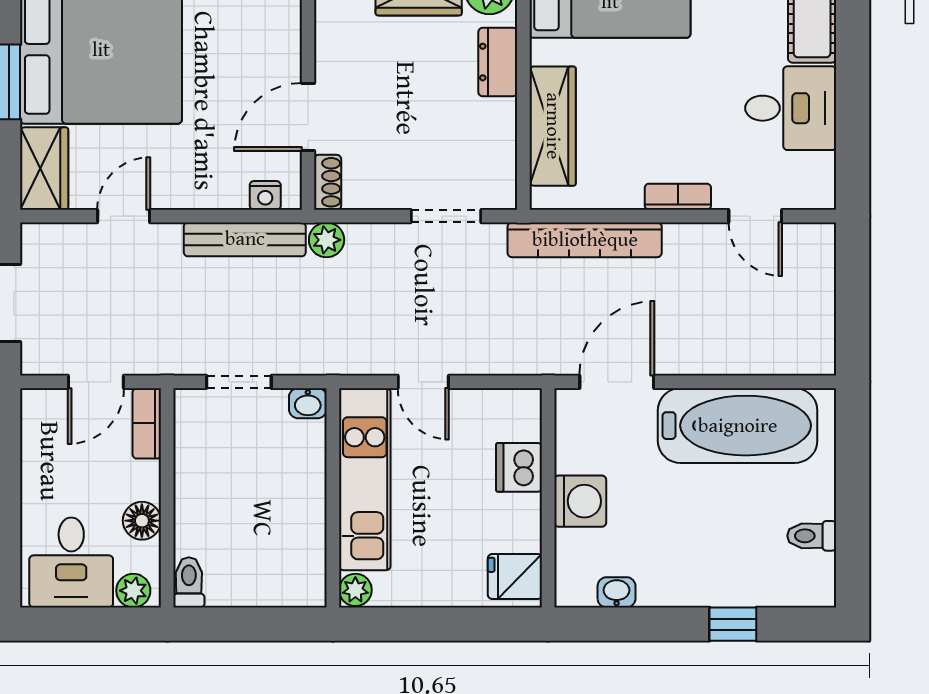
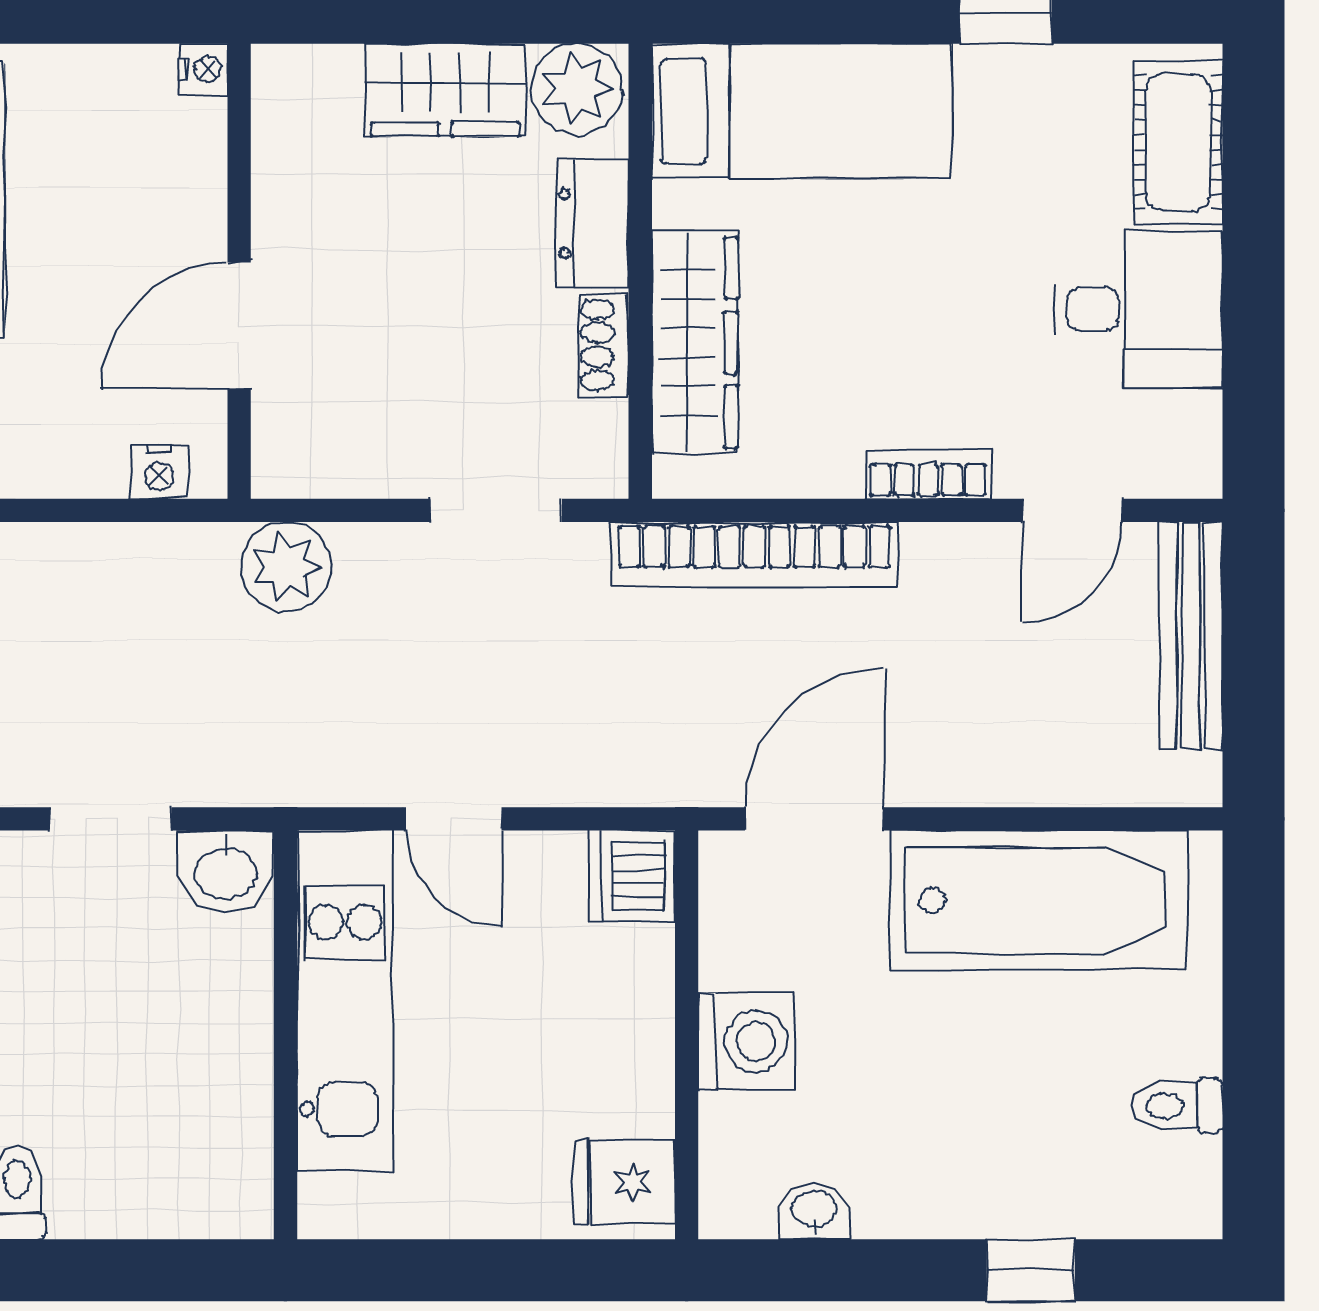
shoe rack: (328, 182) -> (604, 345), moved, turned 180
door: (755, 216) -> (1072, 510), hinge flipped
bench: (245, 239) -> (1191, 635), moved, turned 90
plant: (327, 240) -> (286, 567), width x1.38, depth x1.38
washbasin: (308, 403) -> (225, 871), width x1.38, depth x1.45
dishwasher: (519, 467) -> (632, 876), moved
plant: (355, 590) -> (327, 1207), removed

